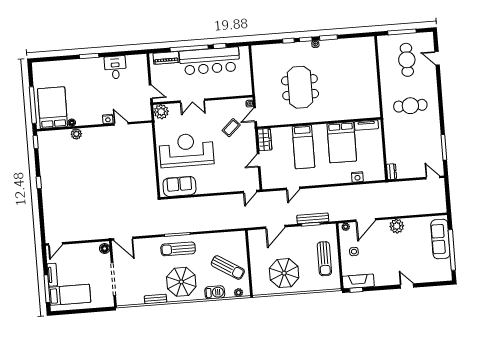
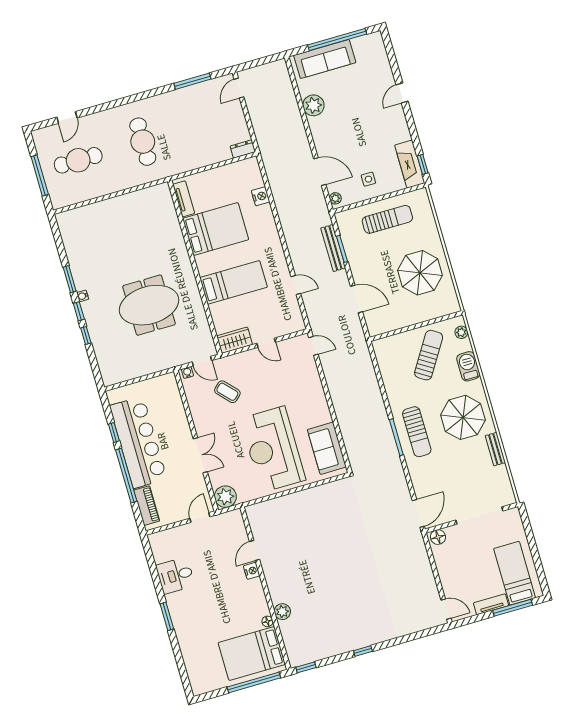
plant: (397, 226) -> (313, 105), moved

